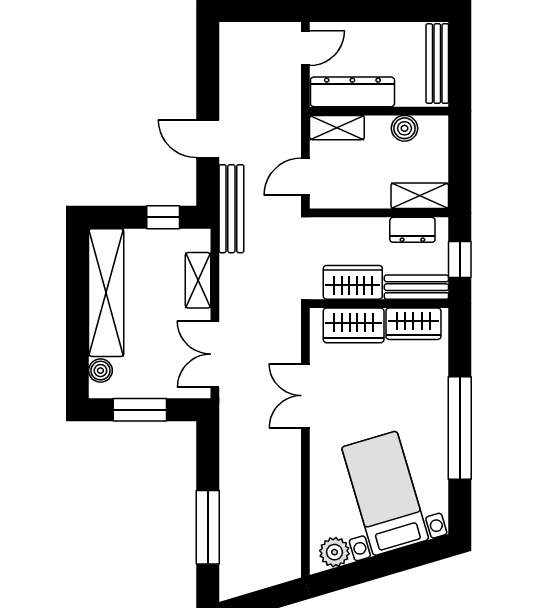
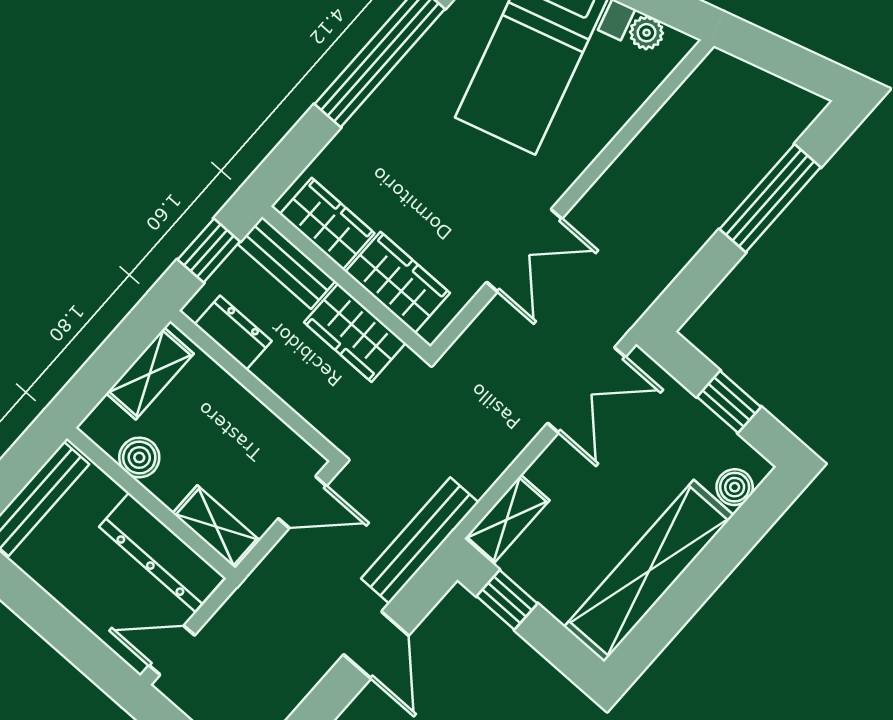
shelving: (420, 196) -> (150, 373), moved, turned 90
shelving: (198, 280) -> (507, 519), moved
window: (140, 410) -> (729, 402), width x0.67
plant: (334, 552) -> (647, 33), width x0.73, depth x0.73

